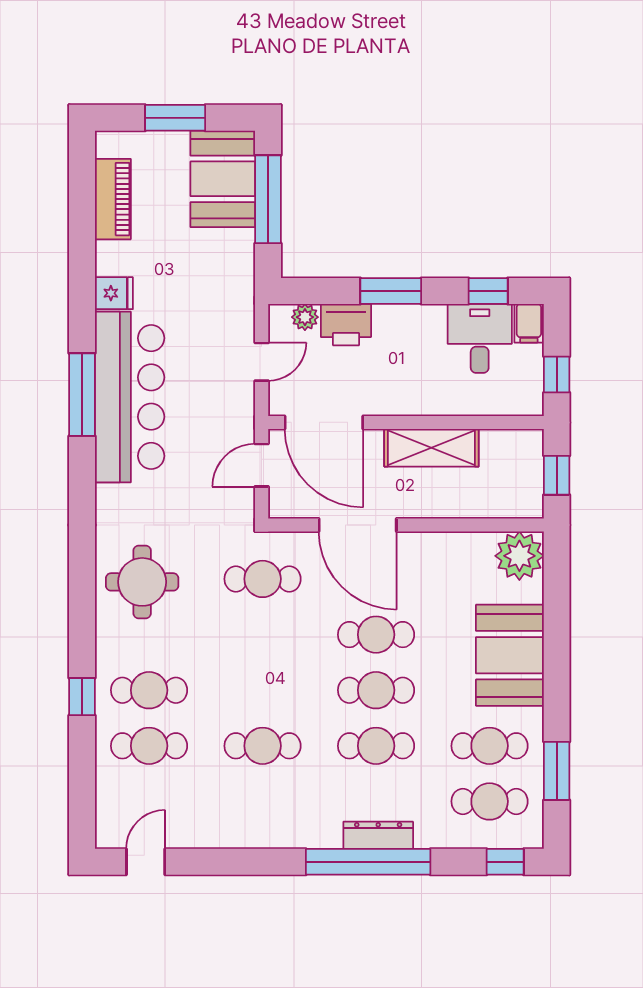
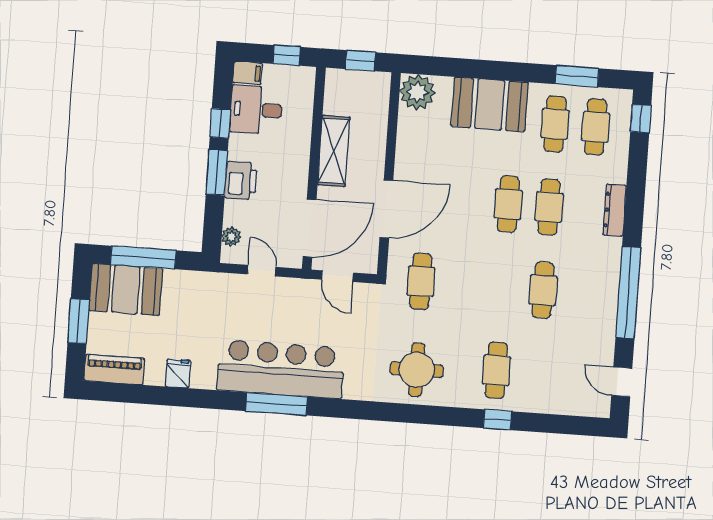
piano: (113, 199) -> (114, 370), moved
window: (488, 291) -> (220, 123), moved
fridge: (114, 293) -> (178, 373), moved
printer: (346, 325) -> (241, 180), moved
cafe table: (376, 635) -> (468, 201), removed
cafe table: (149, 746) -> (537, 373), removed
window: (368, 862) -> (628, 293), moved

